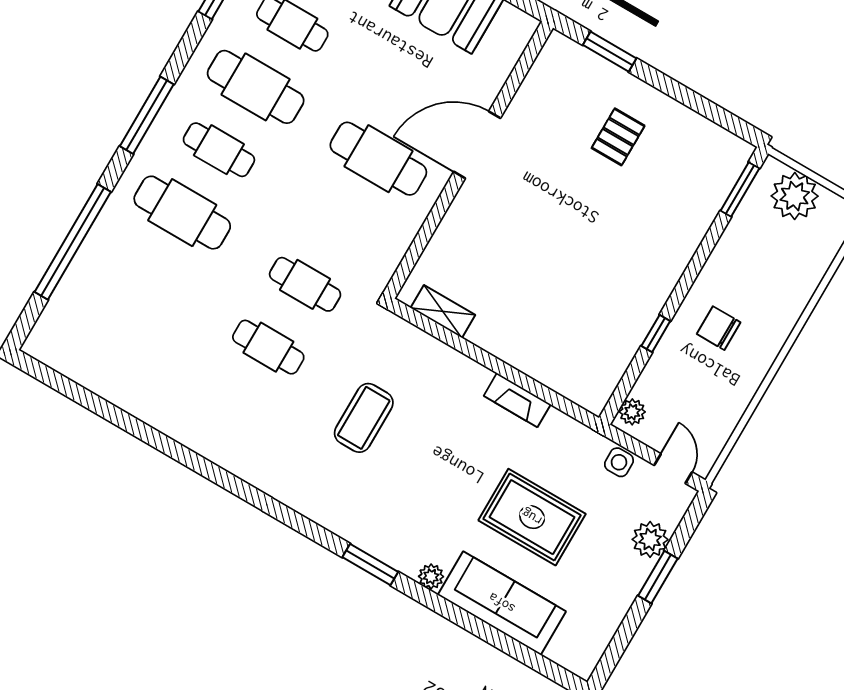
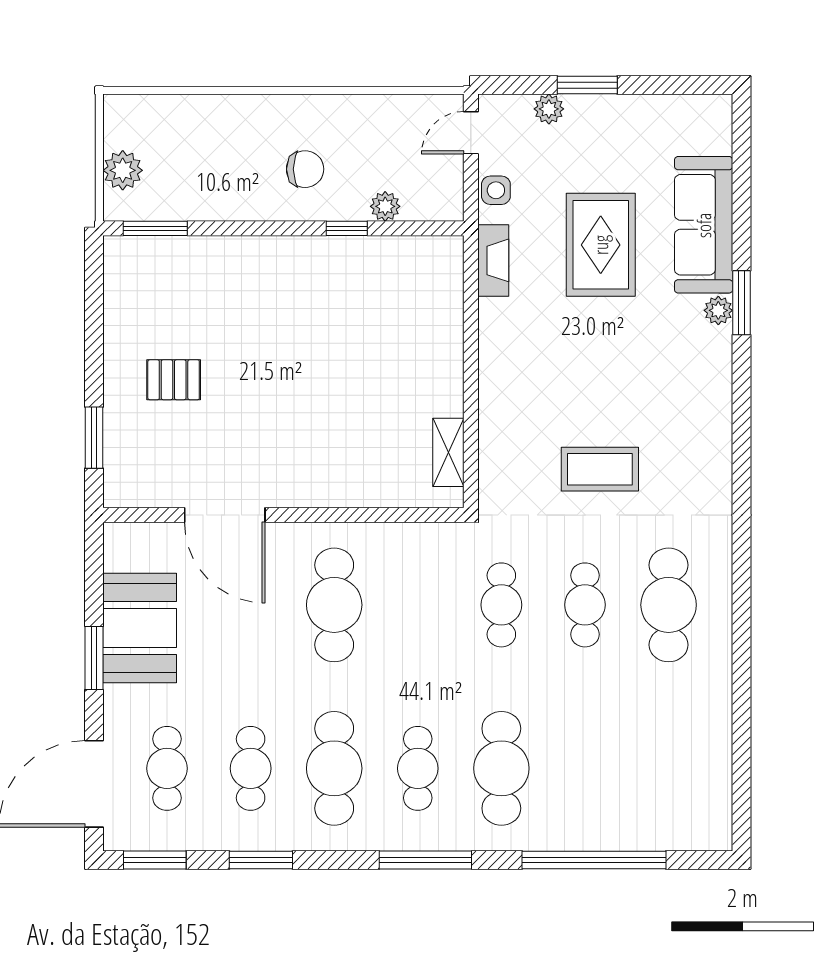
door: (477, 145) -> (225, 515), moved
plant: (795, 196) -> (123, 170), width x0.73, depth x0.73
chair: (719, 328) -> (305, 169), turned -90
fireplace: (517, 400) -> (493, 260), moved
cafe table: (232, 410) -> (669, 605), added
plant: (632, 412) -> (385, 206), moved
plant: (650, 539) -> (549, 109), width x0.73, depth x0.73
window: (370, 564) -> (742, 303), moved

